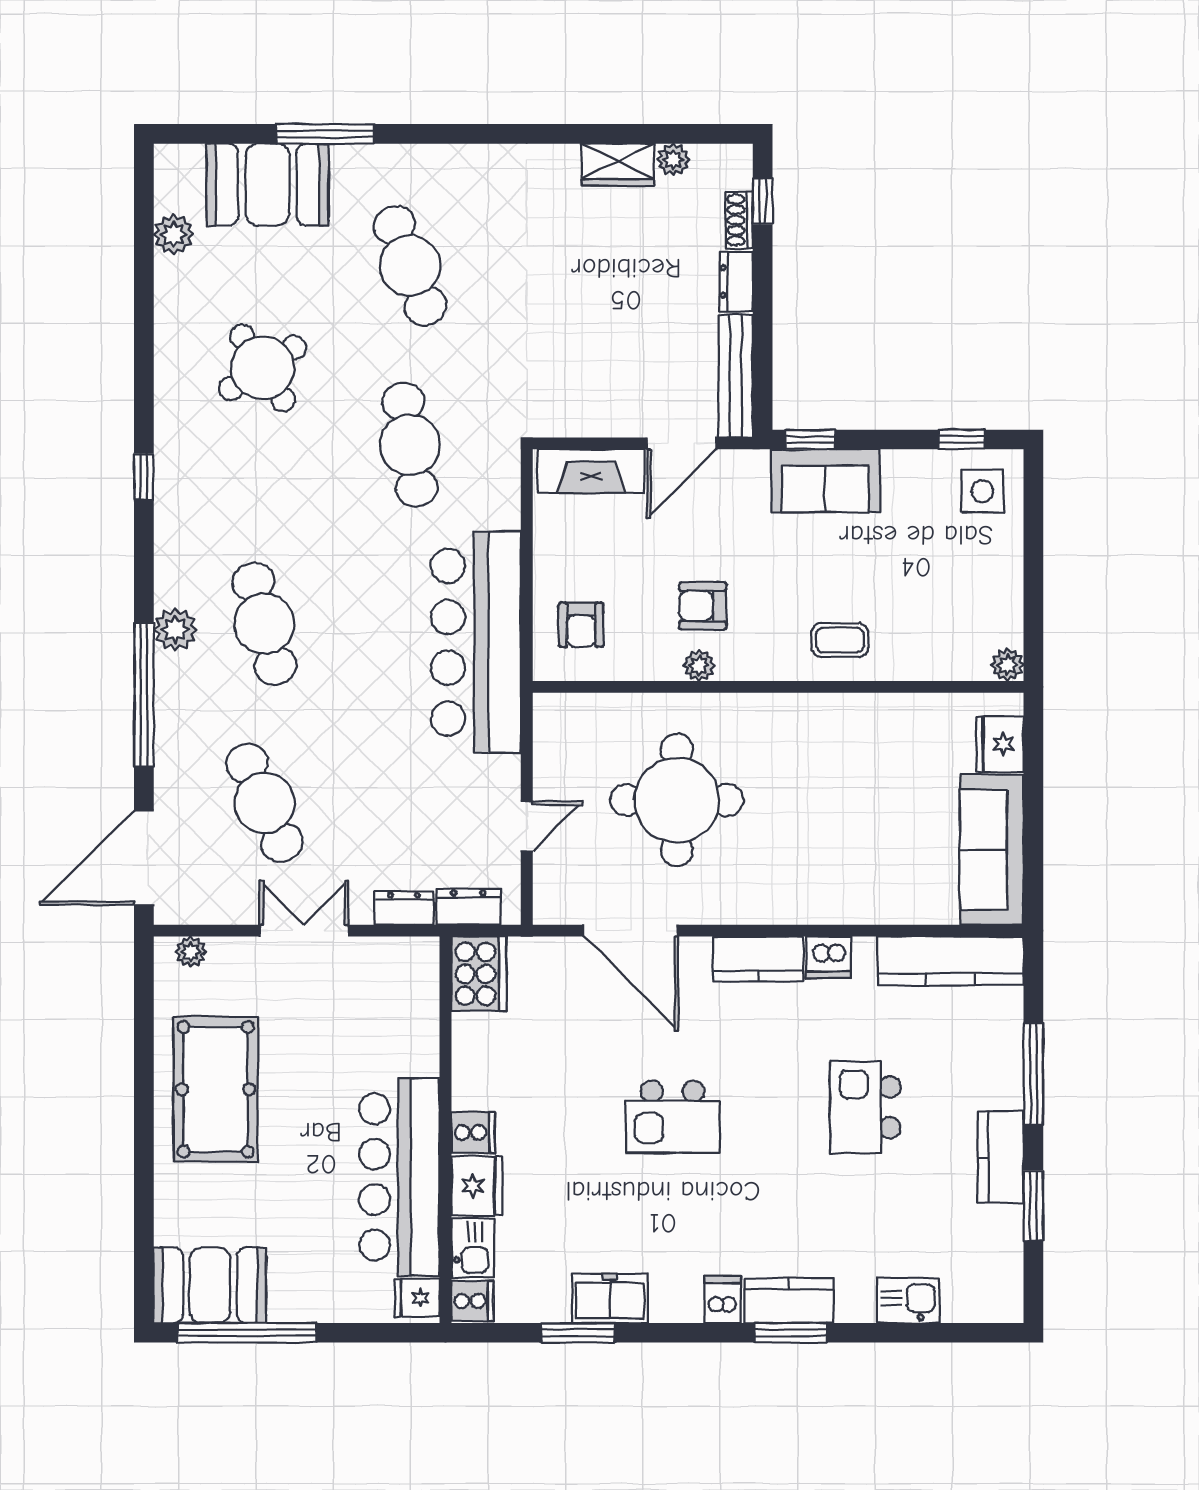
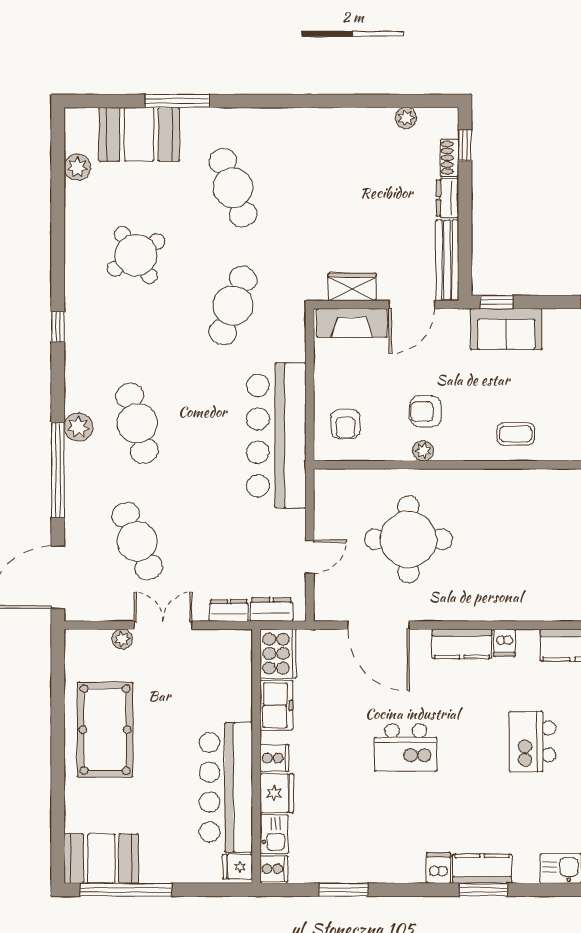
wardrobe: (618, 165) -> (352, 287), moved, turned 180
cafe table: (410, 445) -> (233, 305), turned 30
plant: (191, 952) -> (122, 639), moved
dishwasher: (829, 957) -> (504, 643), width x0.73
freezer: (610, 1298) -> (276, 705), moved, turned 90

